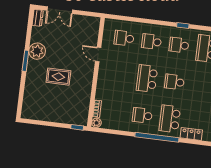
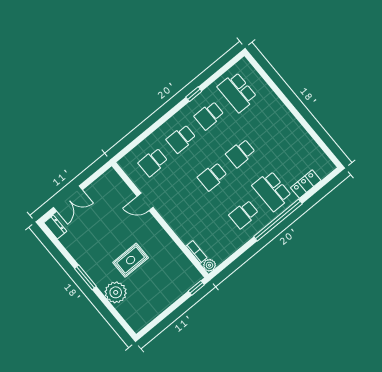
plant: (37, 51) -> (116, 292), moved
school desk: (147, 78) -> (212, 177), width x0.54

